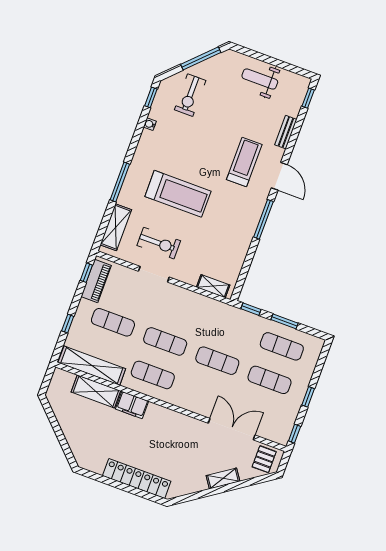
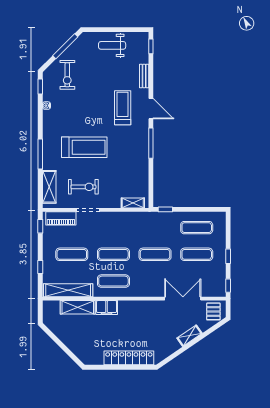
piano: (96, 281) -> (61, 218), moved, turned 90
window: (285, 321) -> (192, 209), removed

